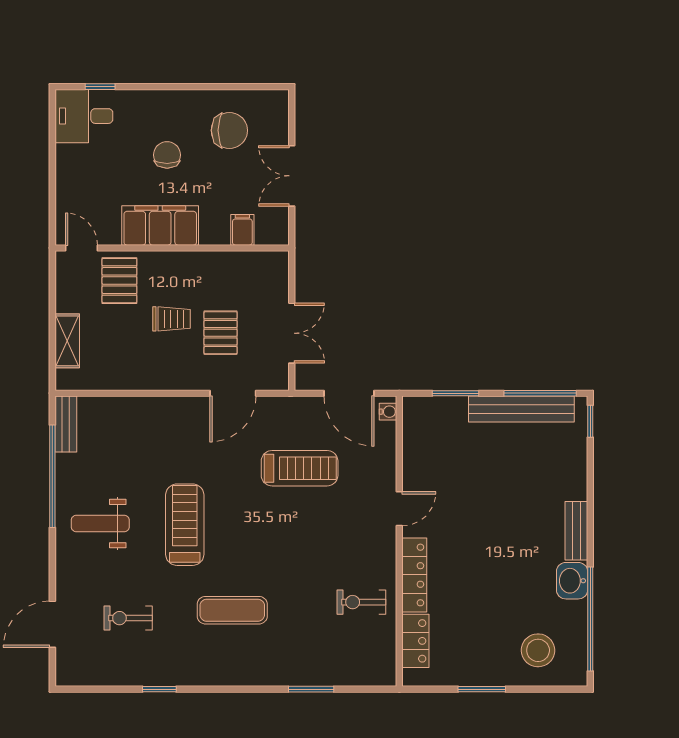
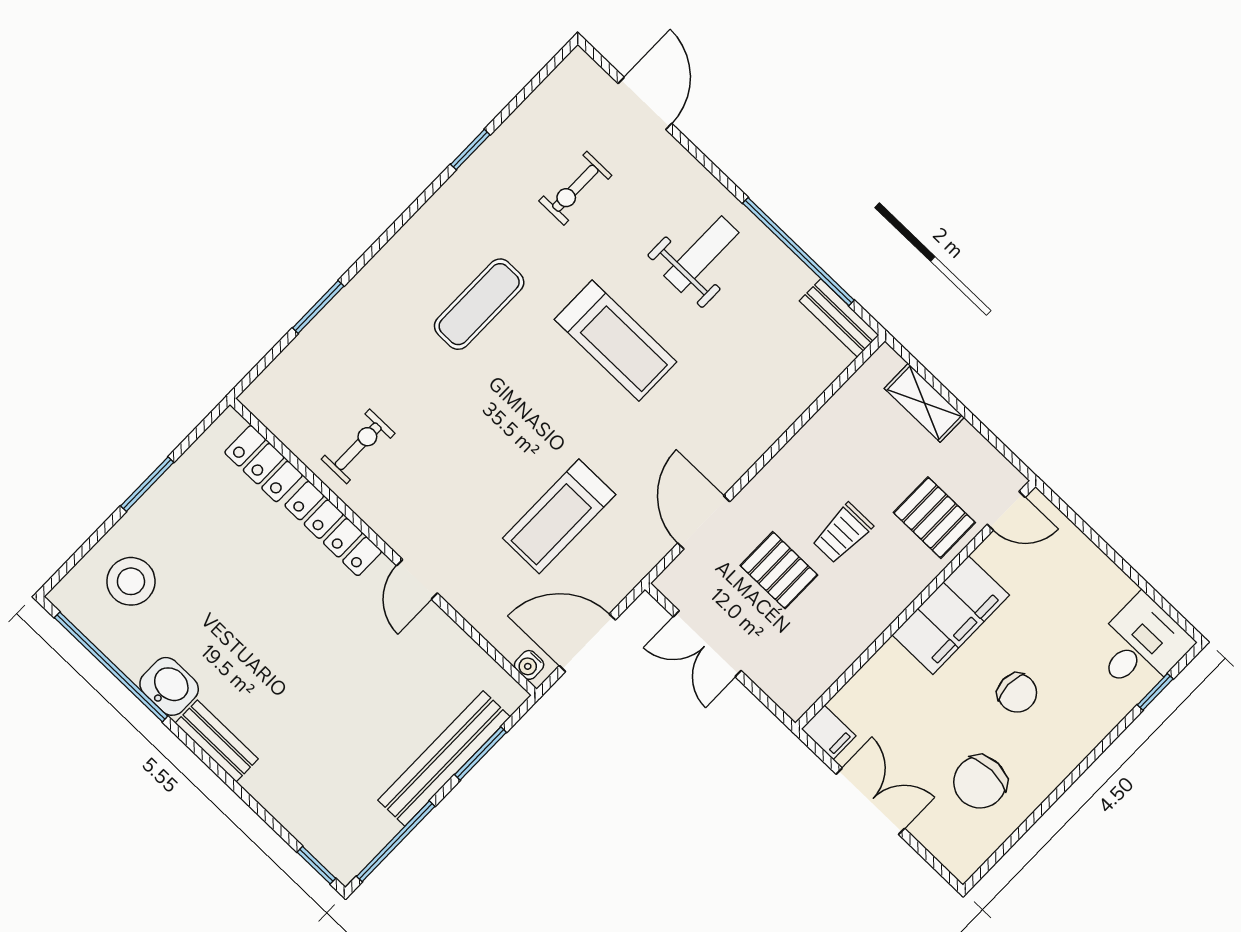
filing cabinet: (242, 230) -> (829, 732), moved
bench: (521, 409) -> (444, 758), moved
exercise bike: (128, 618) -> (575, 188), turned 180

